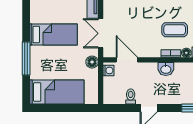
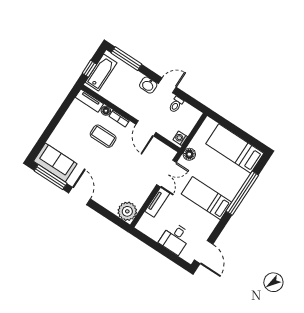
window: (26, 59) -> (242, 193), width x1.46
door: (127, 60) -> (146, 128), moved
washbasin: (166, 69) -> (148, 85), moved, turned 180

